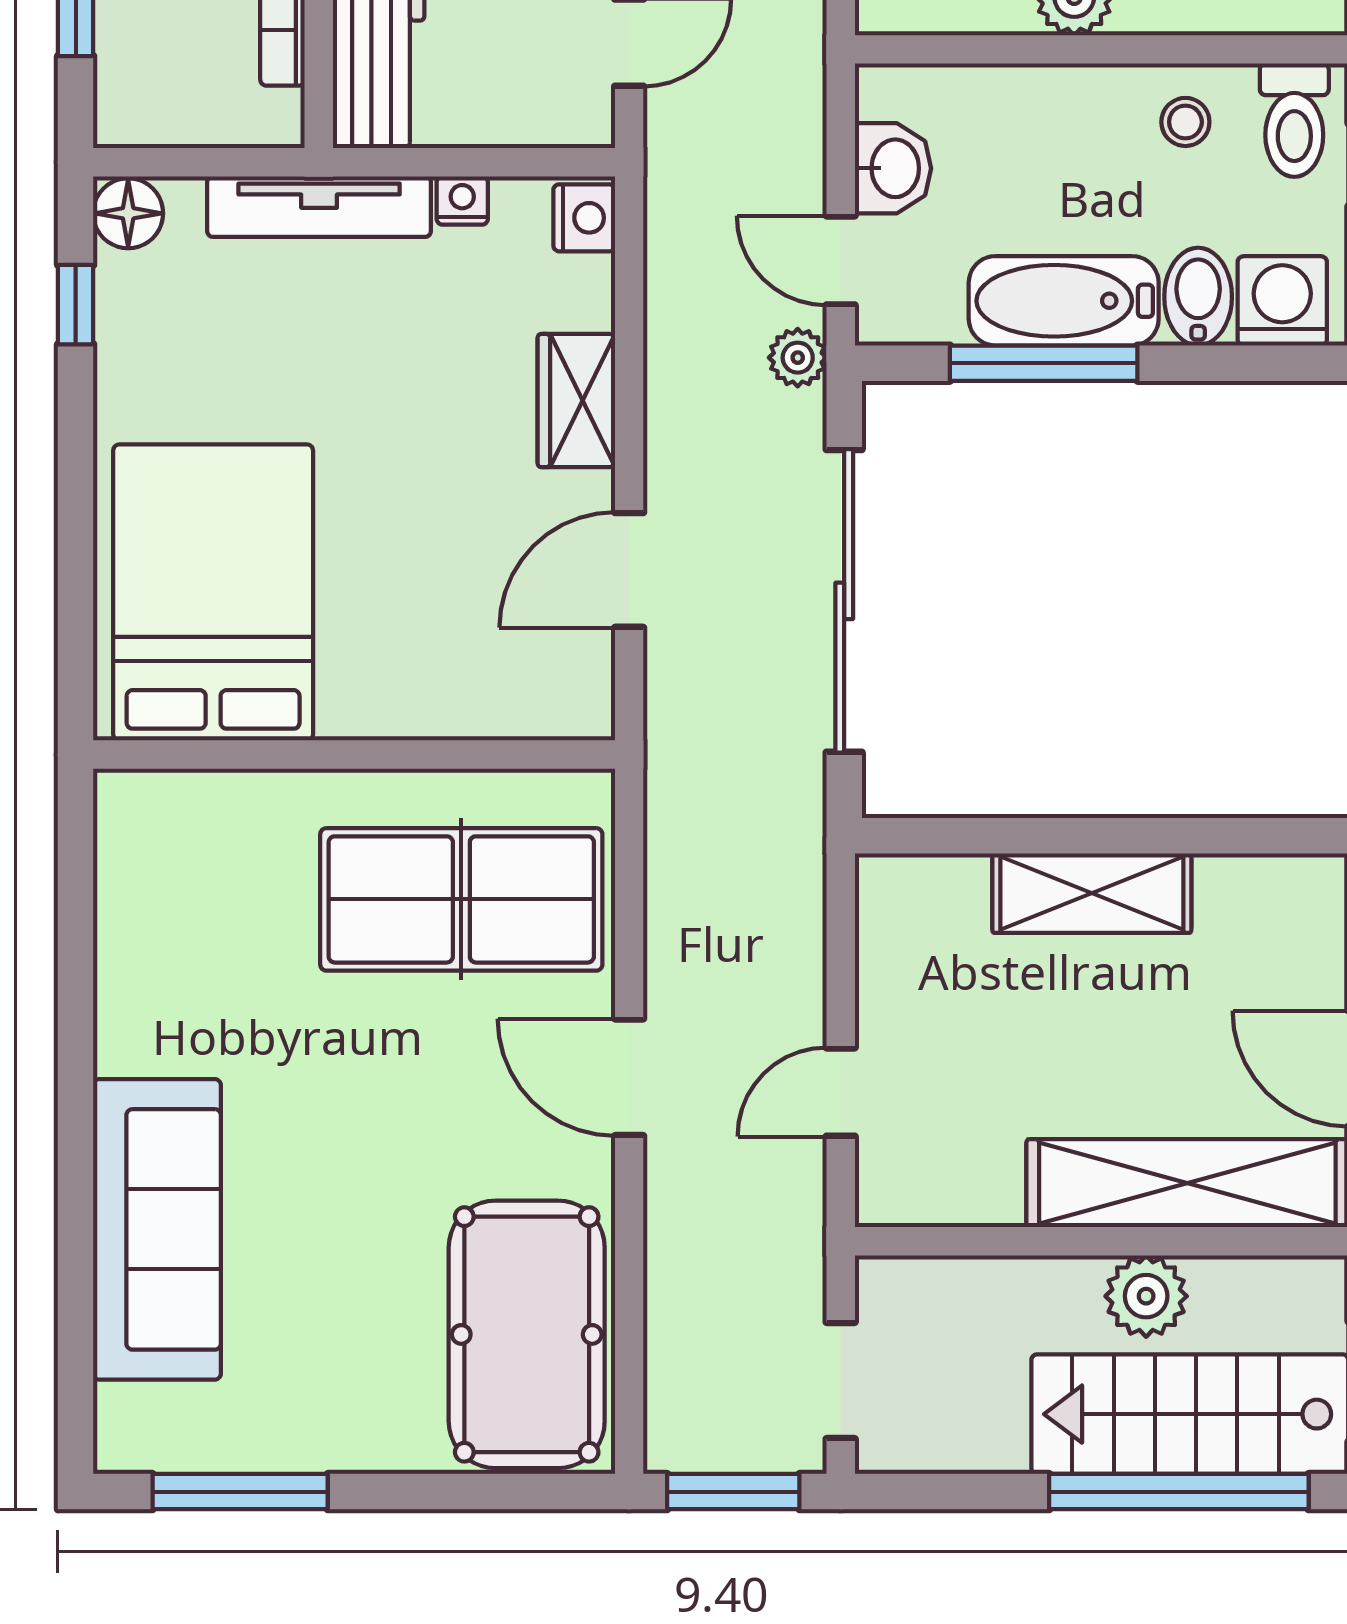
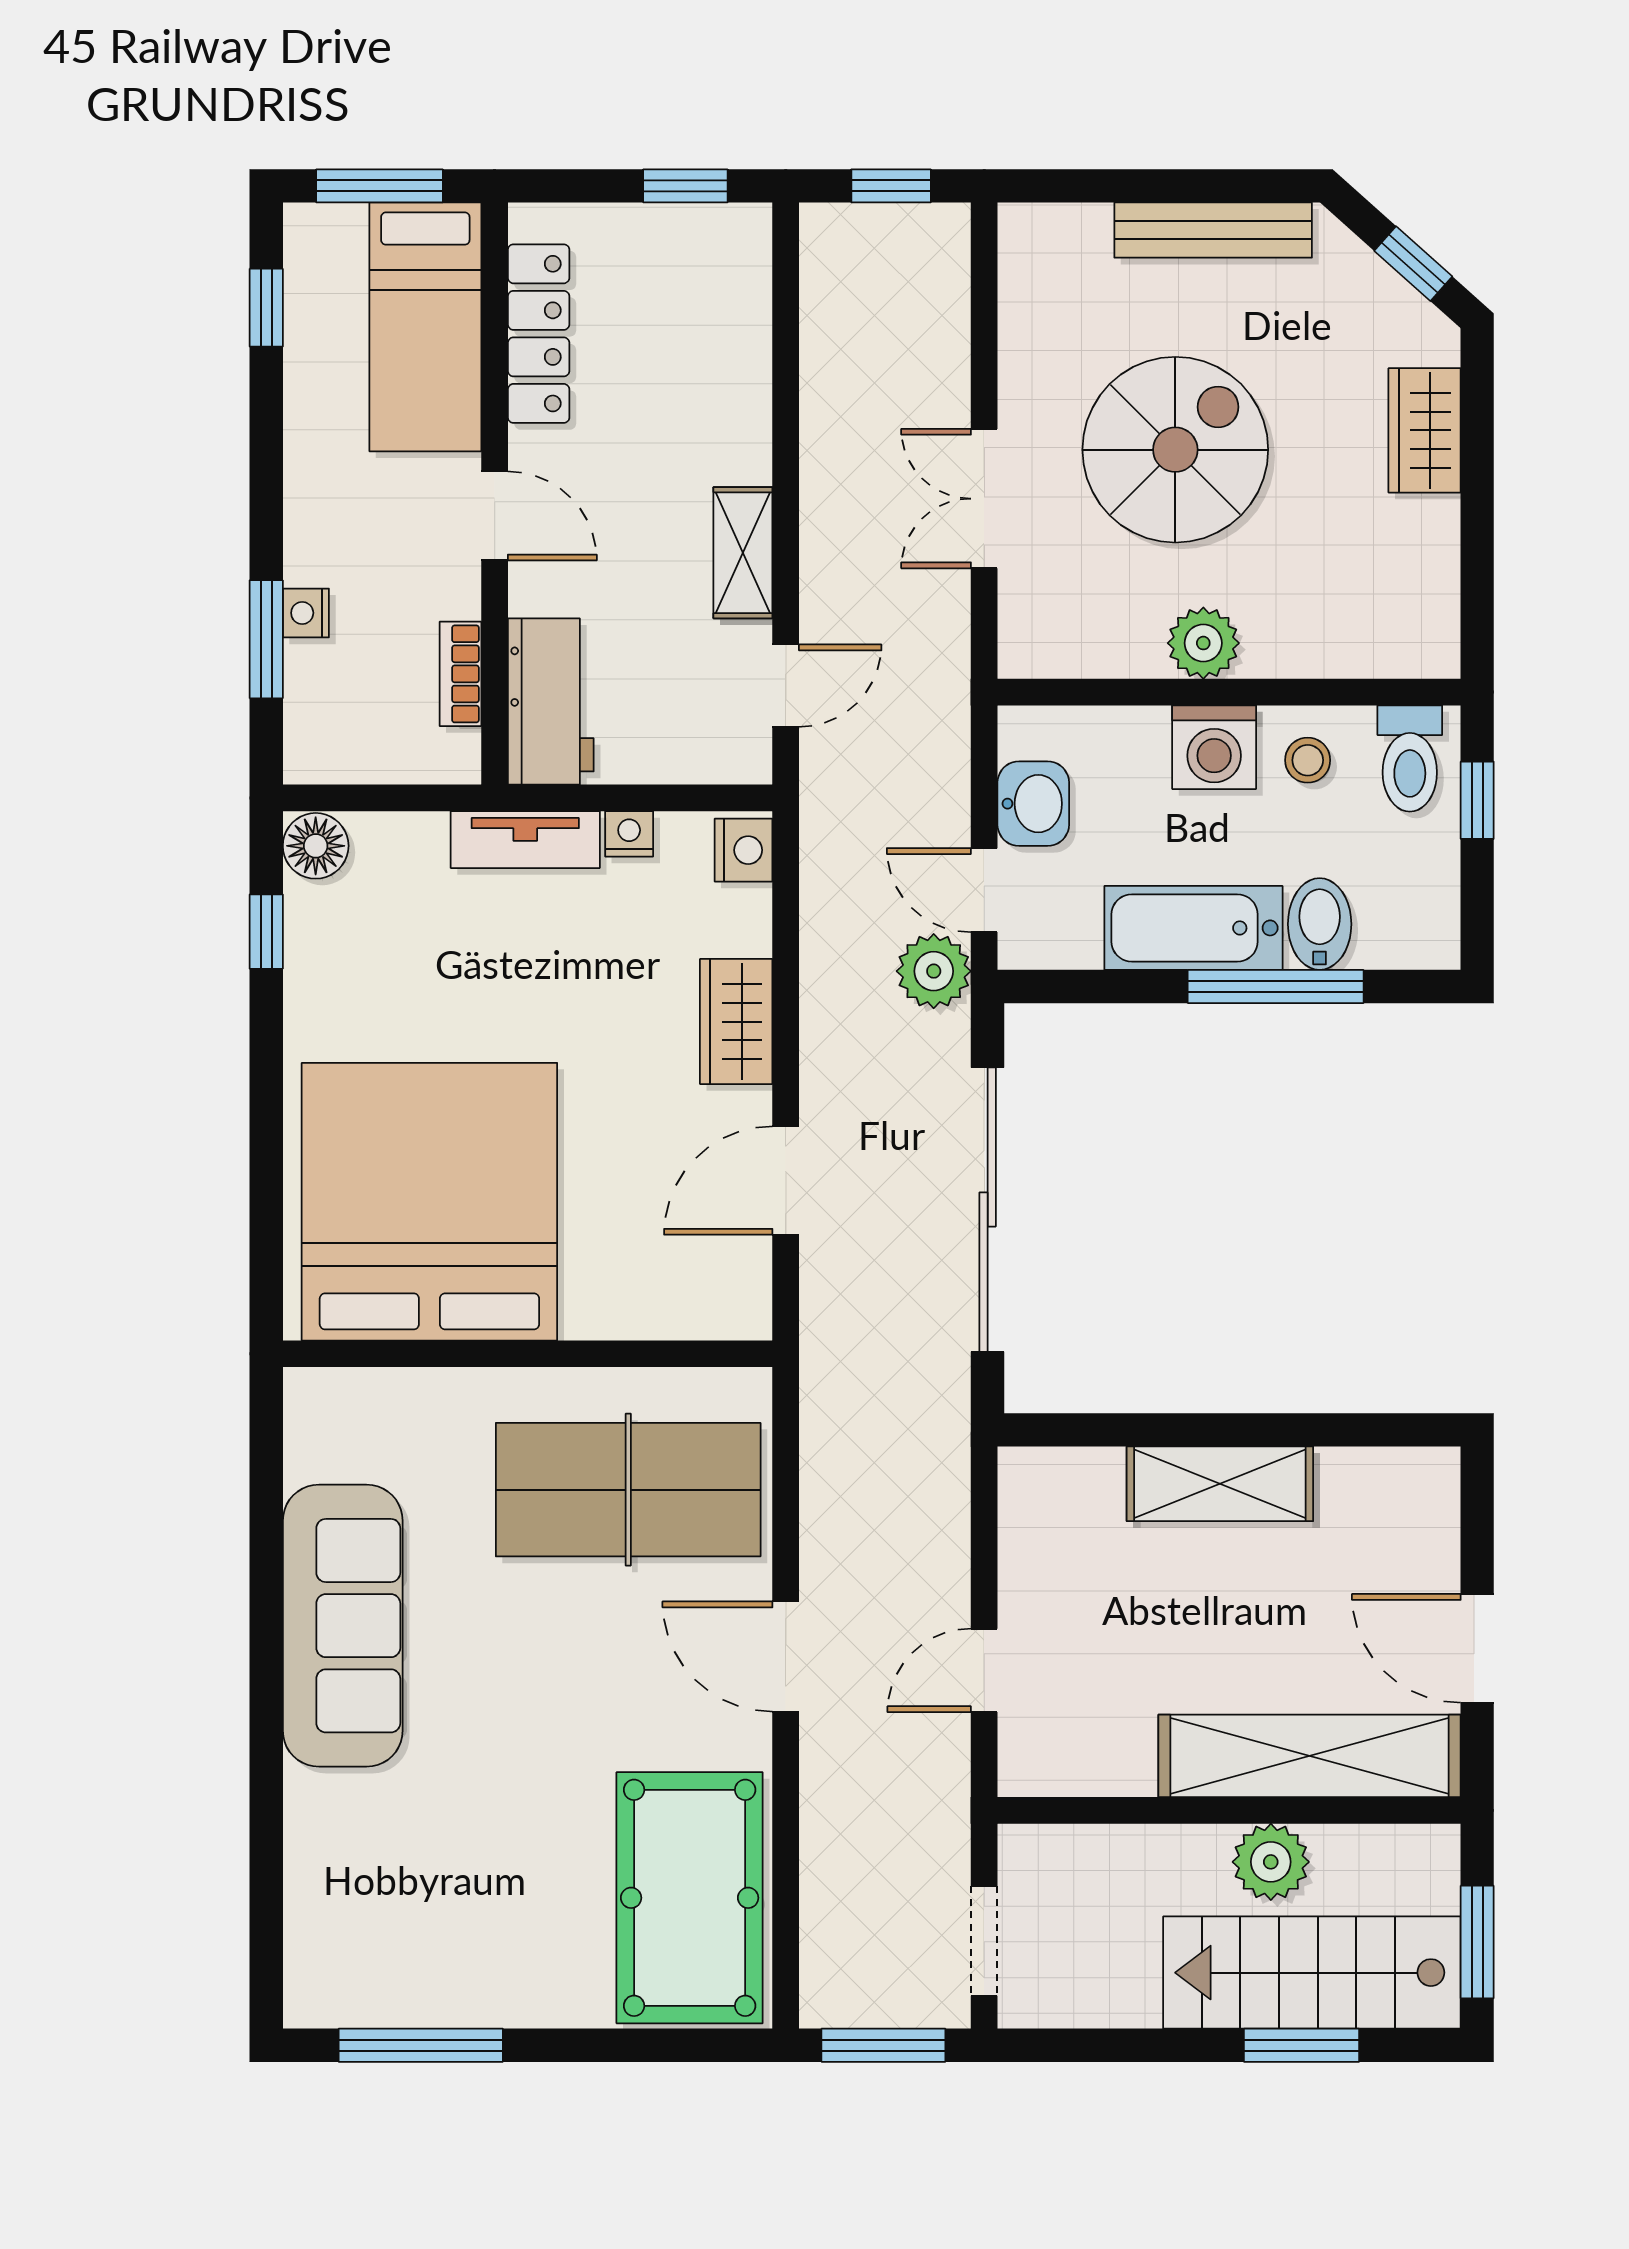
tv unit: (319, 207) -> (525, 840), width x0.71
washing machine: (1282, 301) -> (1214, 747), moved, turned 180
plant: (798, 358) -> (934, 971), width x1.38, depth x1.38
window: (1044, 363) -> (1276, 987), moved
bed: (213, 592) -> (429, 1202), width x1.36
sofa: (157, 1229) -> (343, 1626), moved
window: (1179, 1492) -> (1301, 2045), width x0.47

